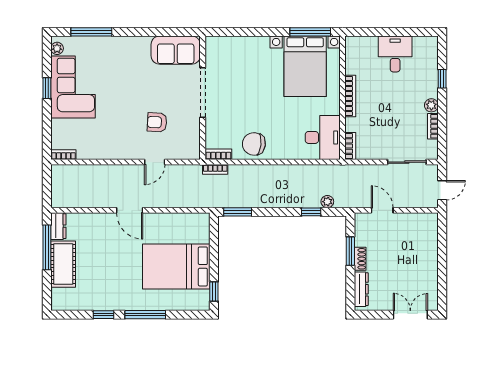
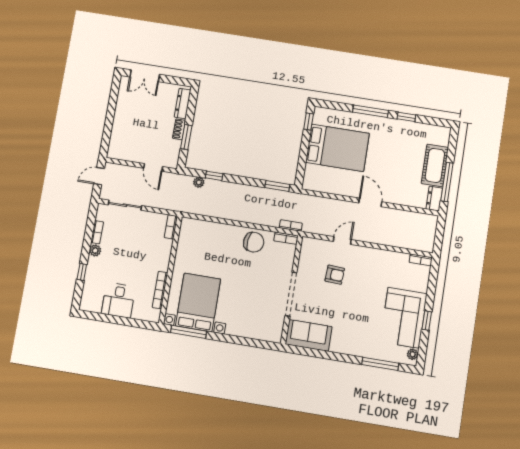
bookcase: (350, 96) -> (160, 290), moved
desk: (323, 137) -> (193, 238), removed

